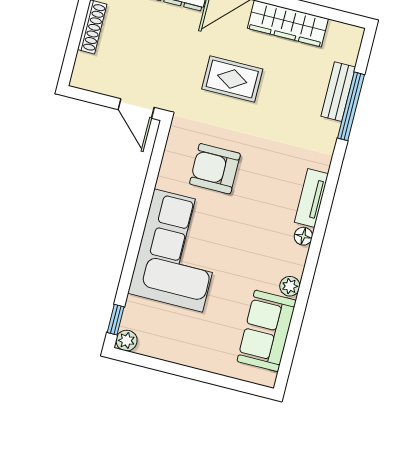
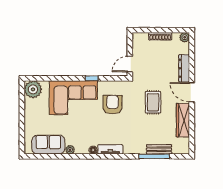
window: (116, 320) -> (92, 78), moved
plant: (127, 341) -> (33, 89), width x1.88, depth x1.88

